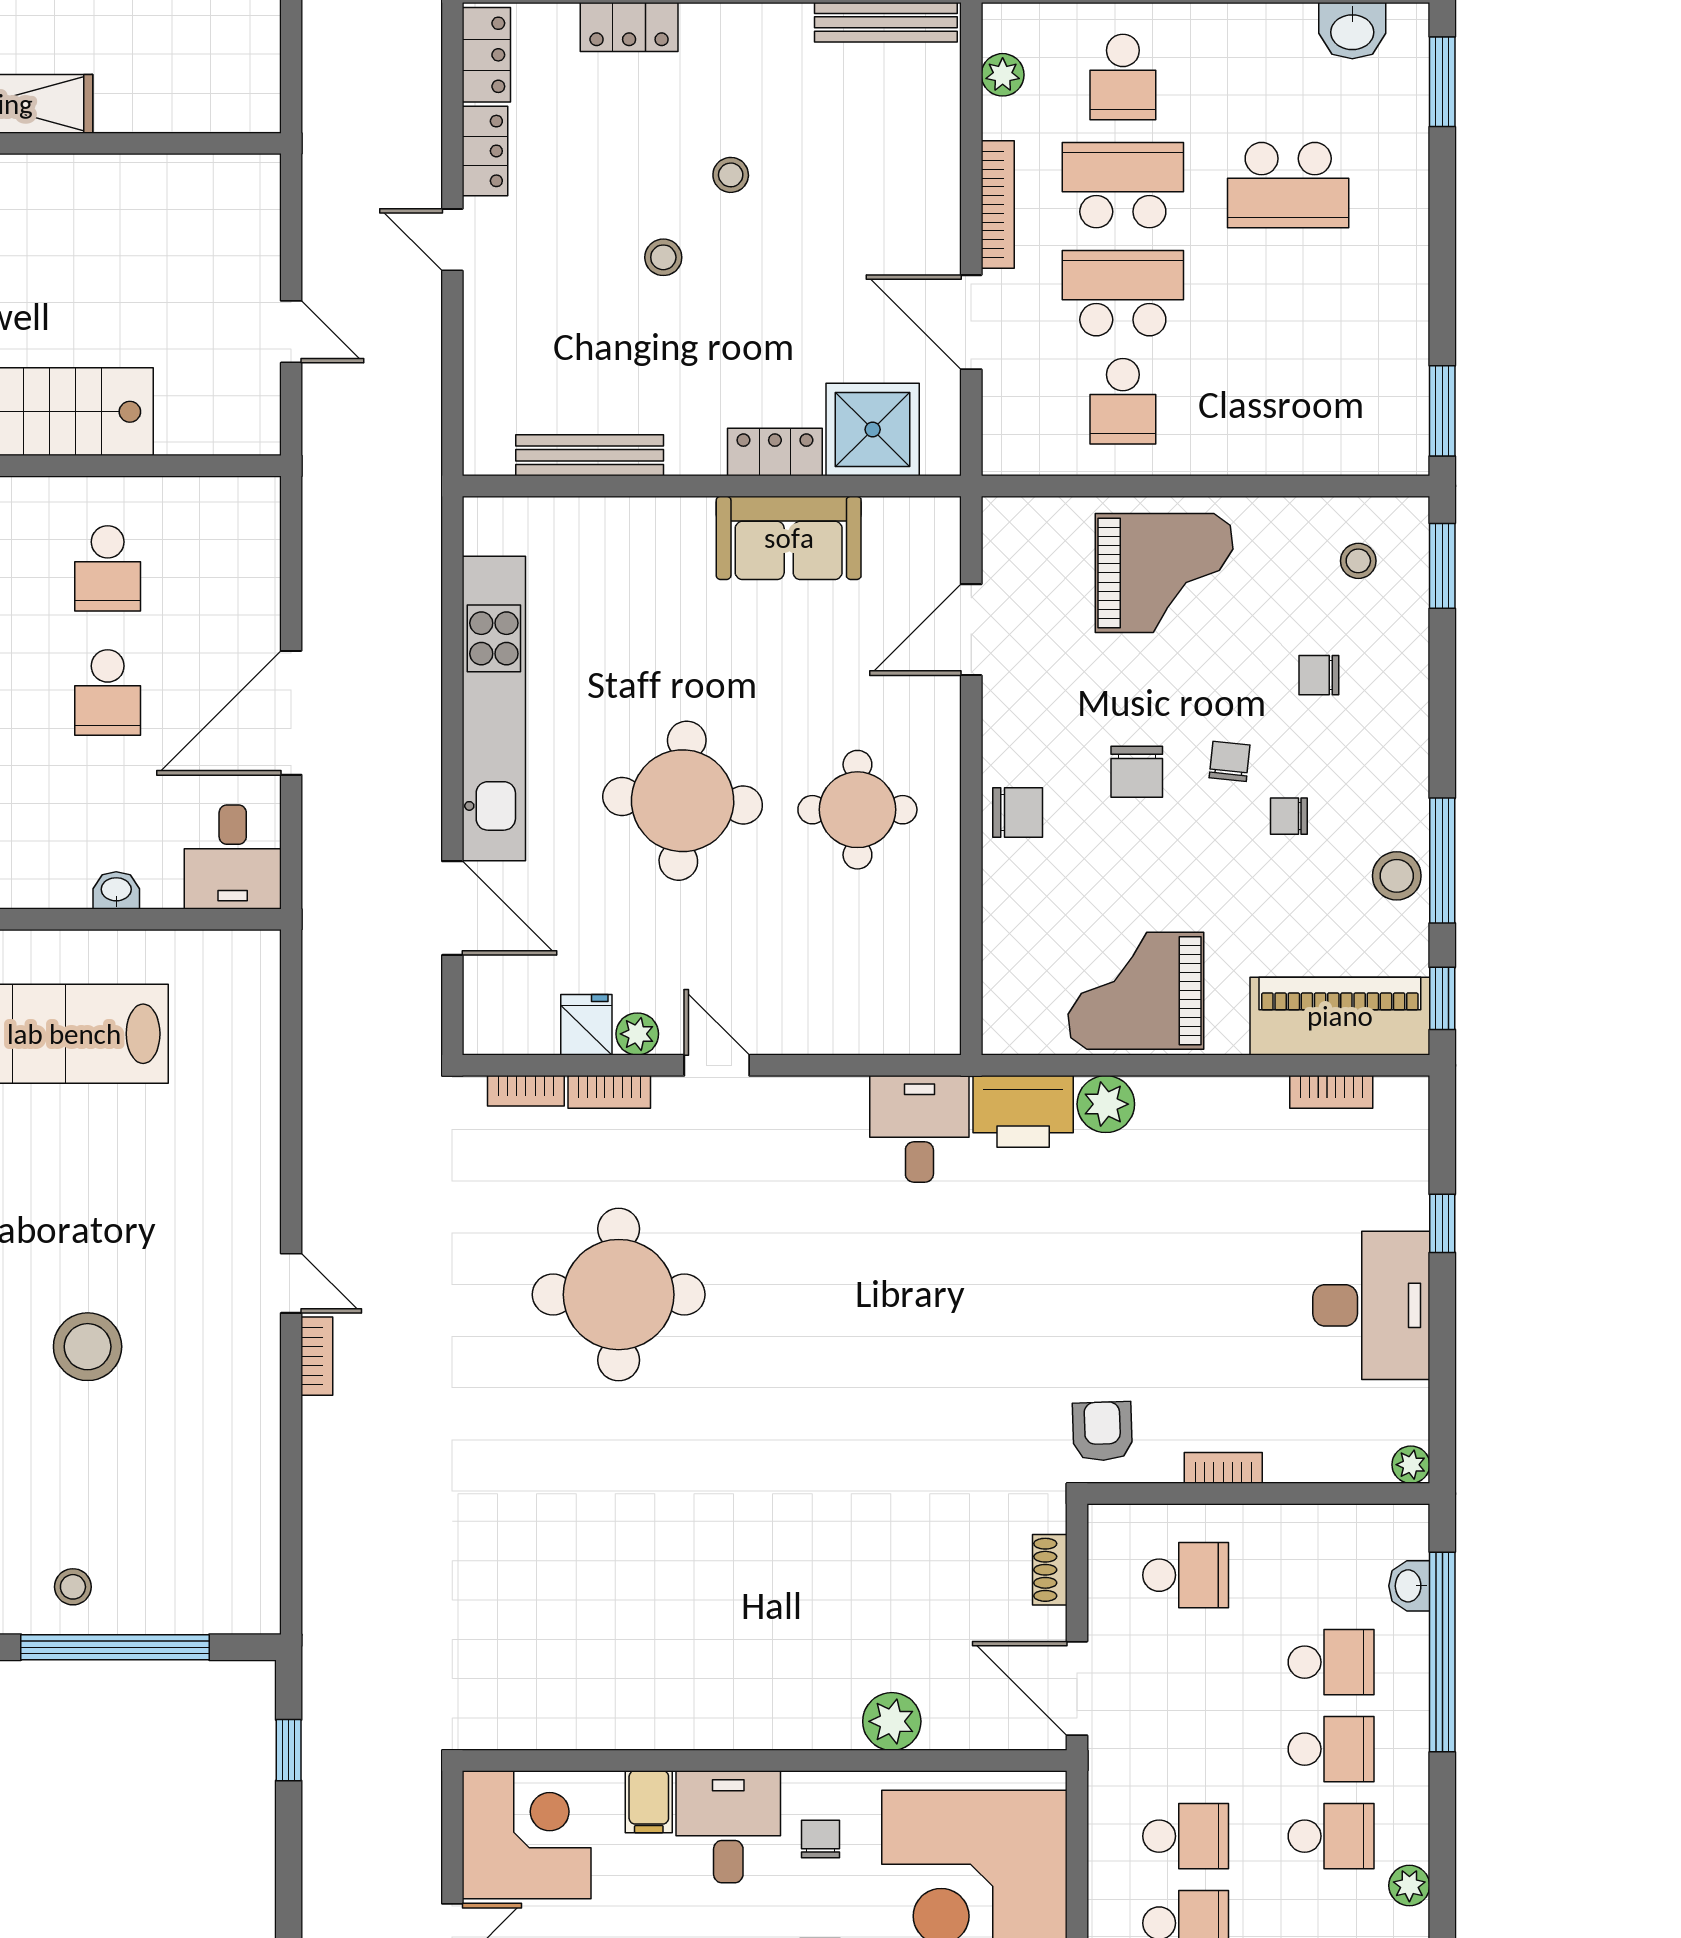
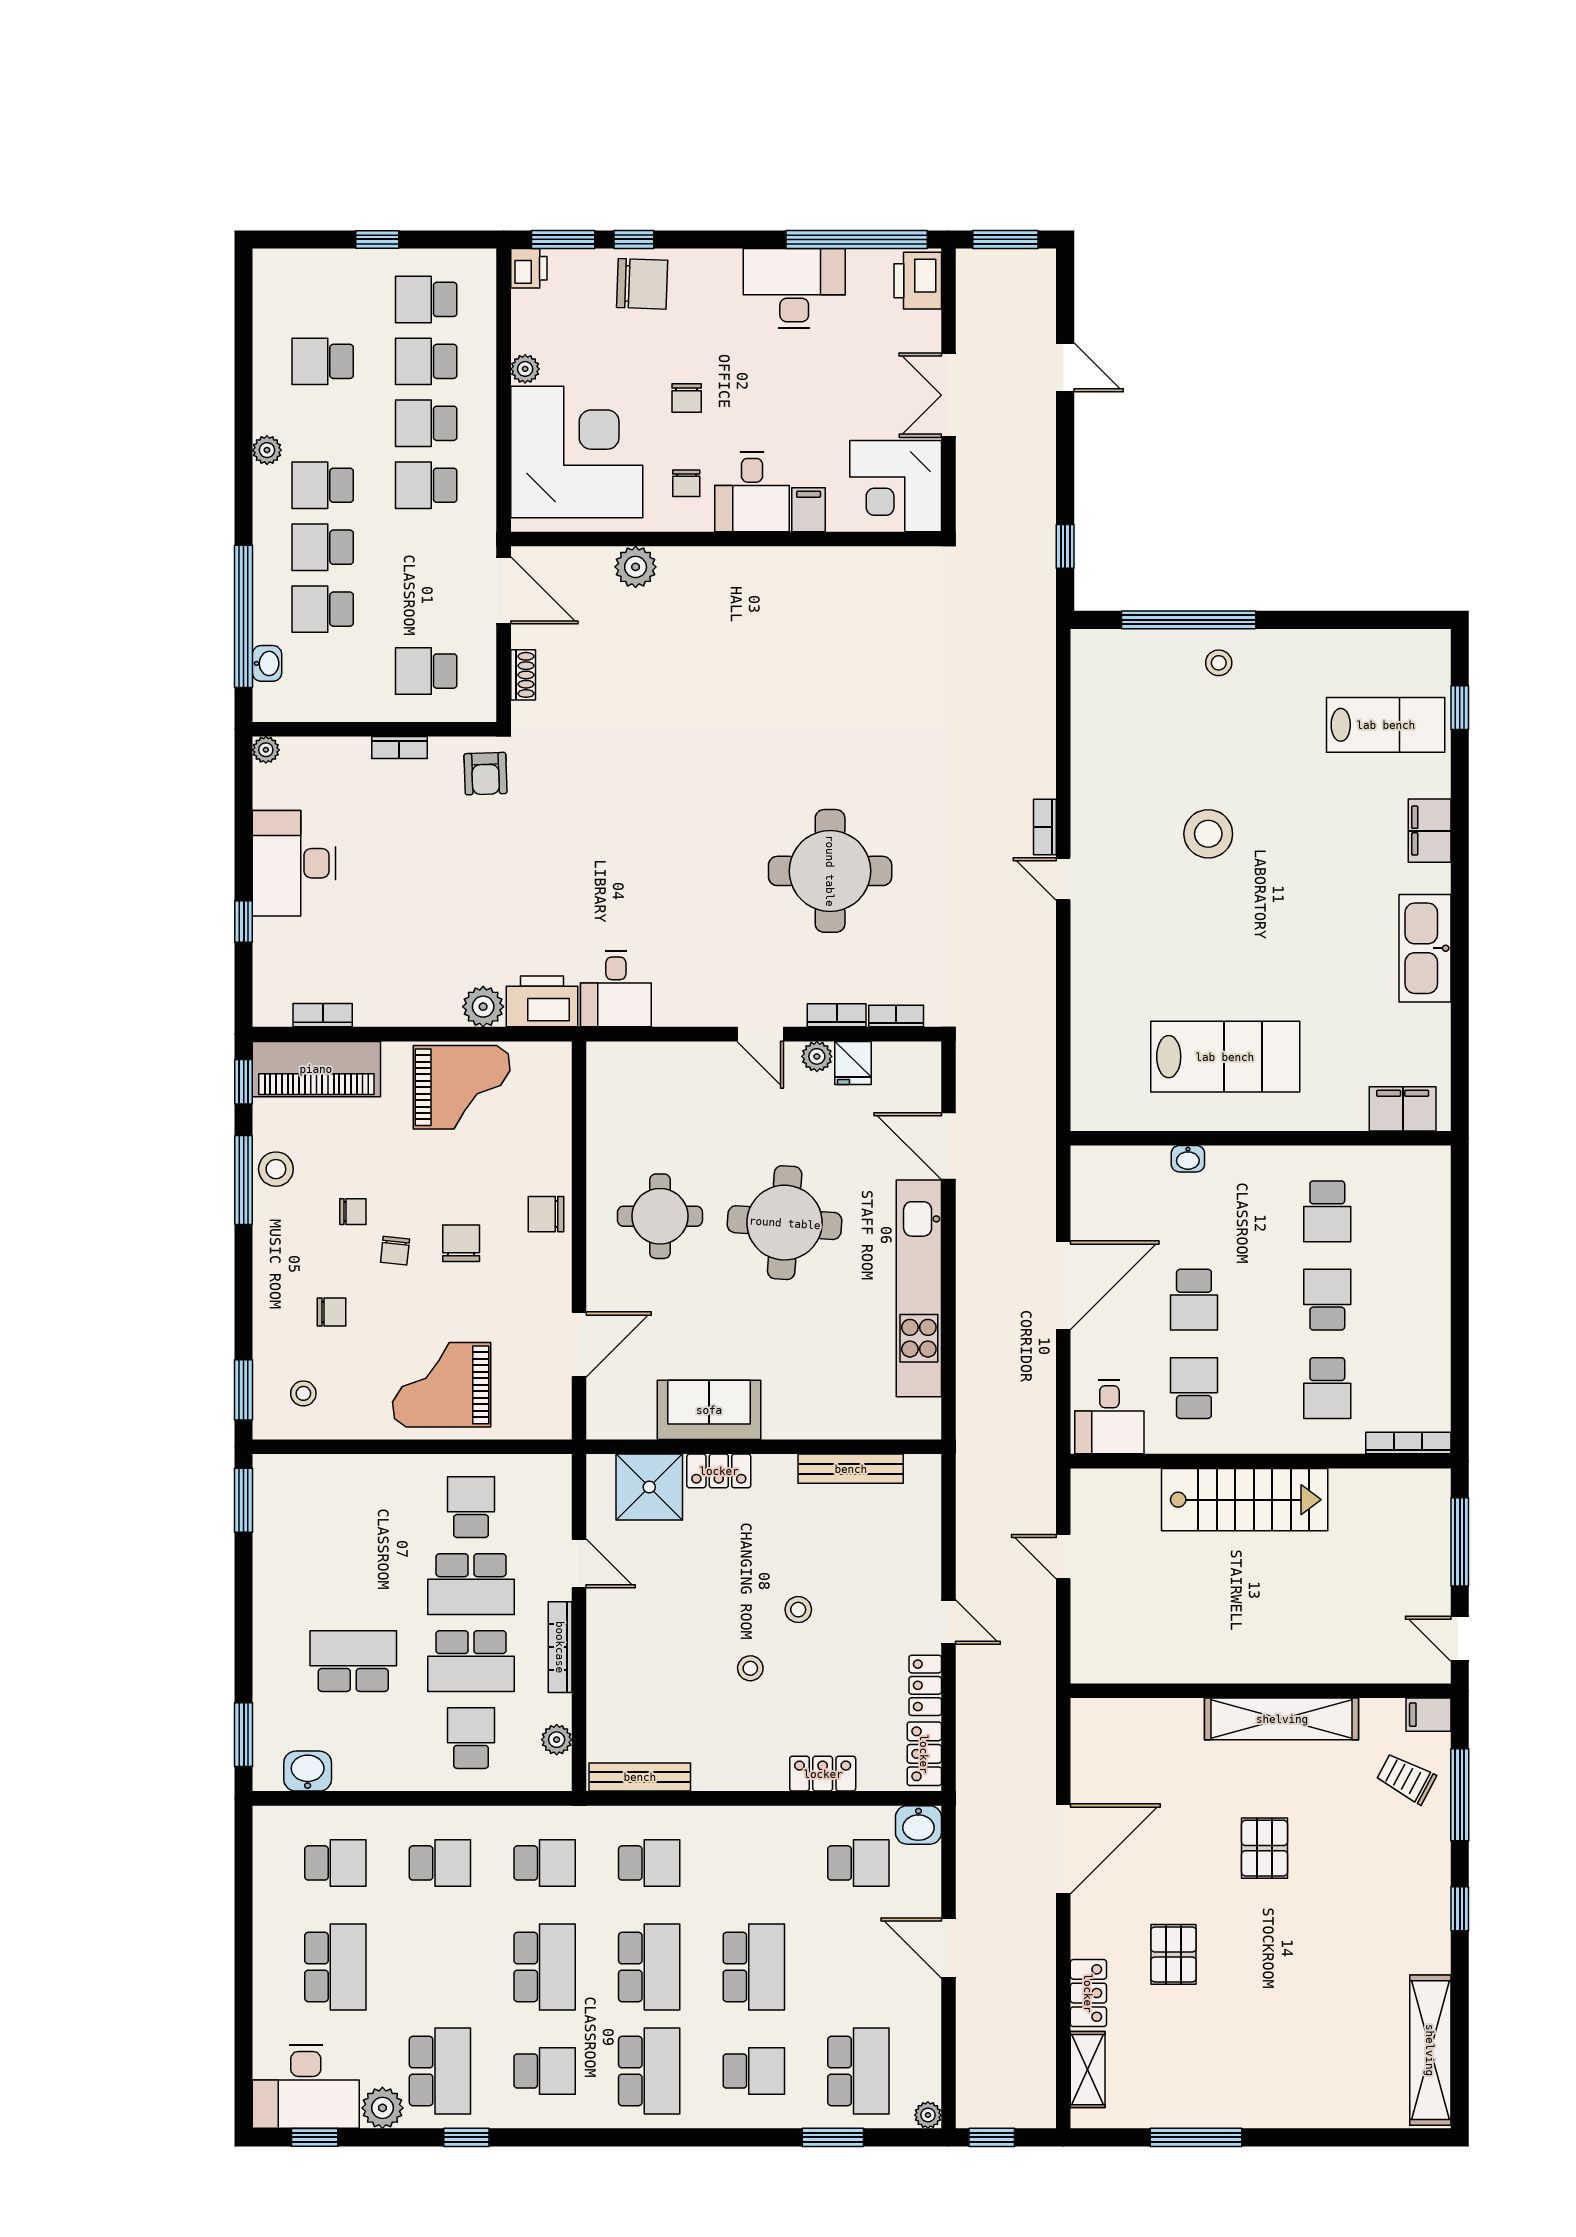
door: (971, 322) -> (579, 1563), width x0.73
school desk: (108, 693) -> (1194, 1300), turned 180
desk: (233, 857) -> (1109, 1417), moved, turned 180

